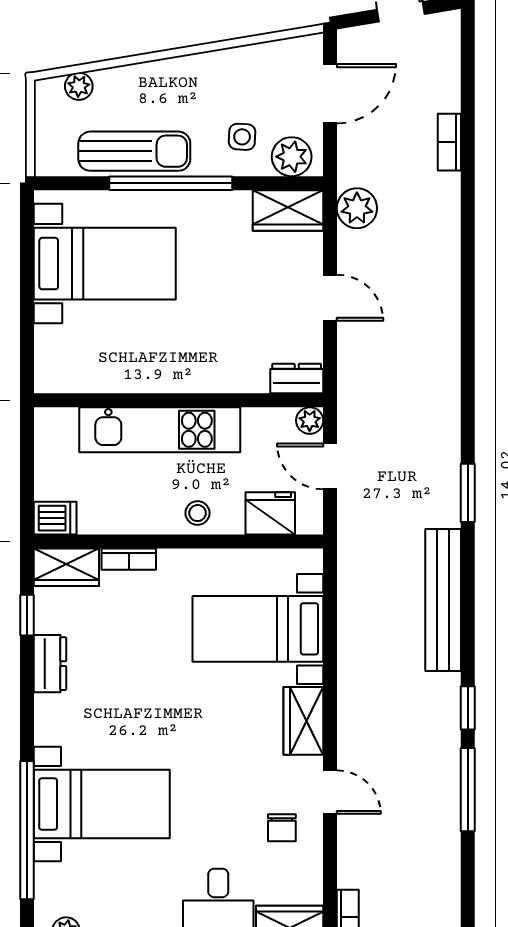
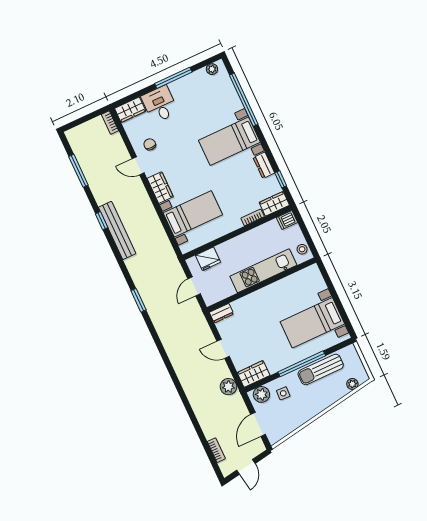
bookcase: (449, 142) -> (216, 450), moved
plant: (310, 421) -> (209, 300), removed
door: (330, 466) -> (194, 286), swing flipped
stool: (198, 513) -> (302, 249), moved
bench: (443, 600) -> (117, 230), moved
window: (468, 790) -> (78, 171), moved
bed with nightstands: (102, 804) -> (229, 141), moved

